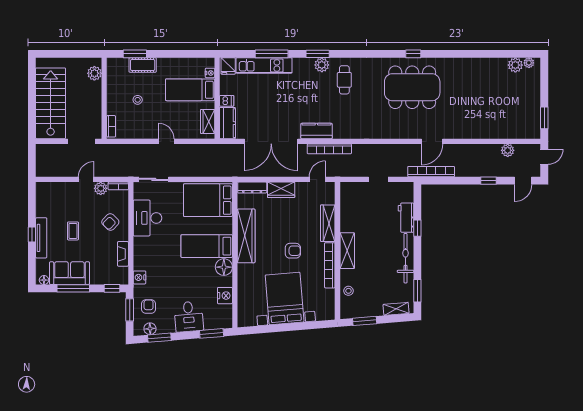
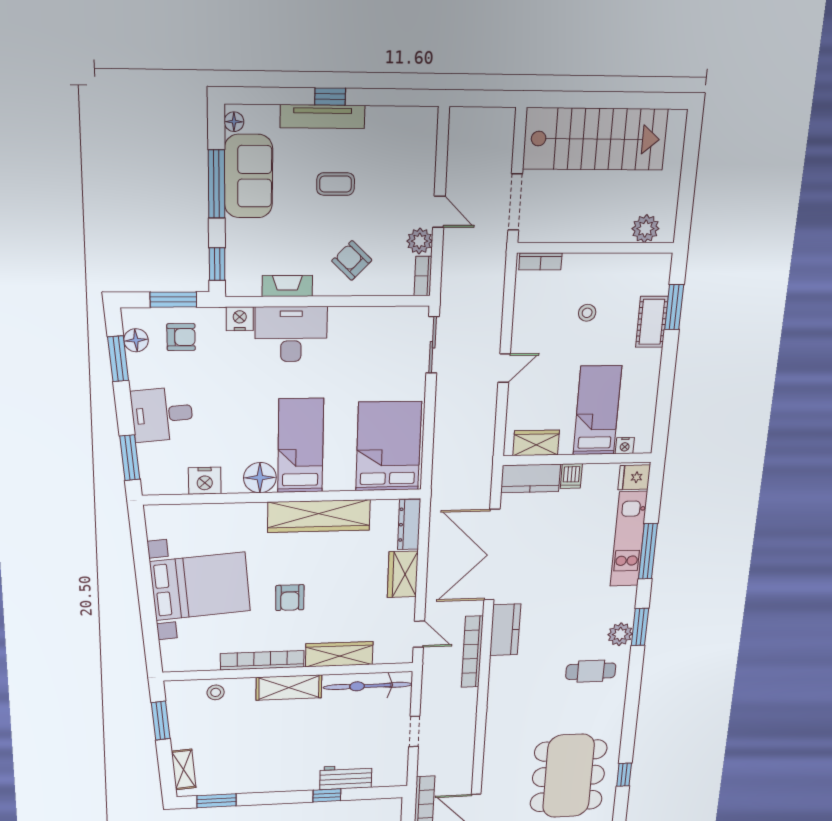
desk: (148, 218) -> (291, 334), moved
bicycle: (406, 258) -> (368, 686), moved, turned 180

